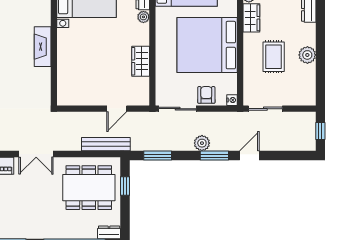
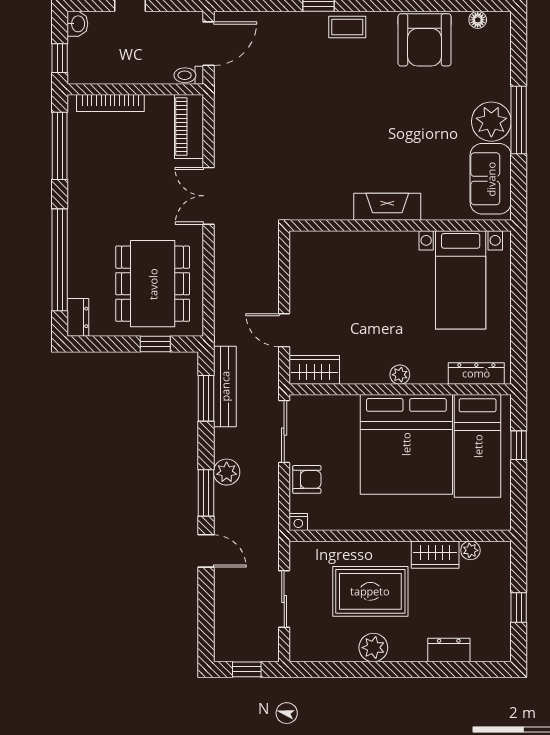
plant: (143, 17) -> (400, 375), moved
bed: (207, 45) -> (406, 444), moved, turned 180
rug: (274, 57) -> (370, 591), width x1.36, depth x1.43
wardrobe: (141, 61) -> (314, 370), moved
sliding door: (265, 109) -> (284, 599), moved
bench: (106, 144) -> (225, 386), moved

